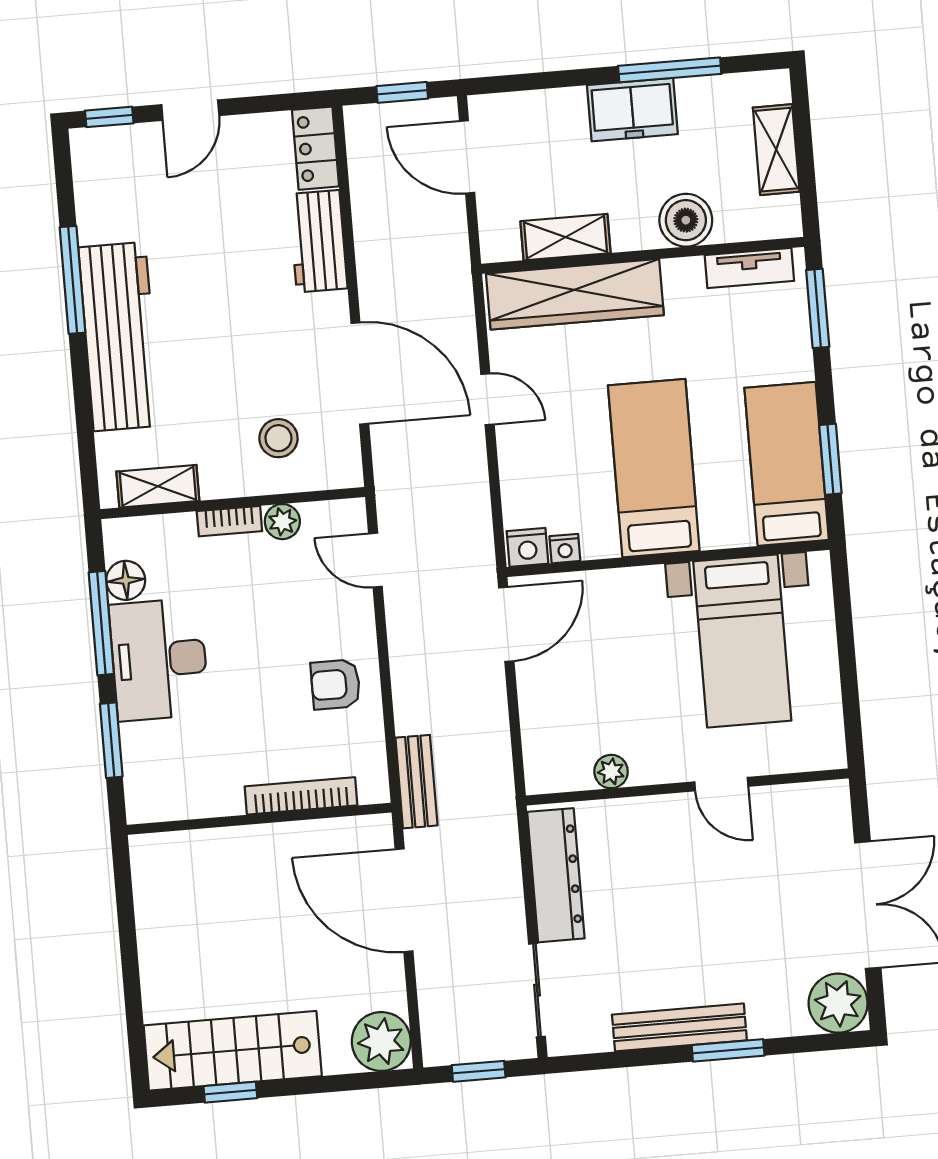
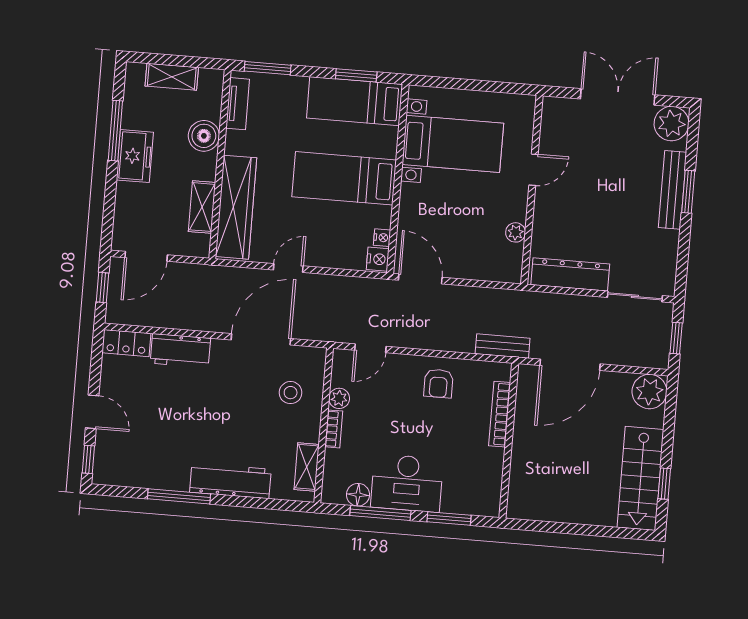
workbench: (119, 337) -> (230, 481), width x0.73, depth x0.76
bench: (679, 1027) -> (672, 190), moved

